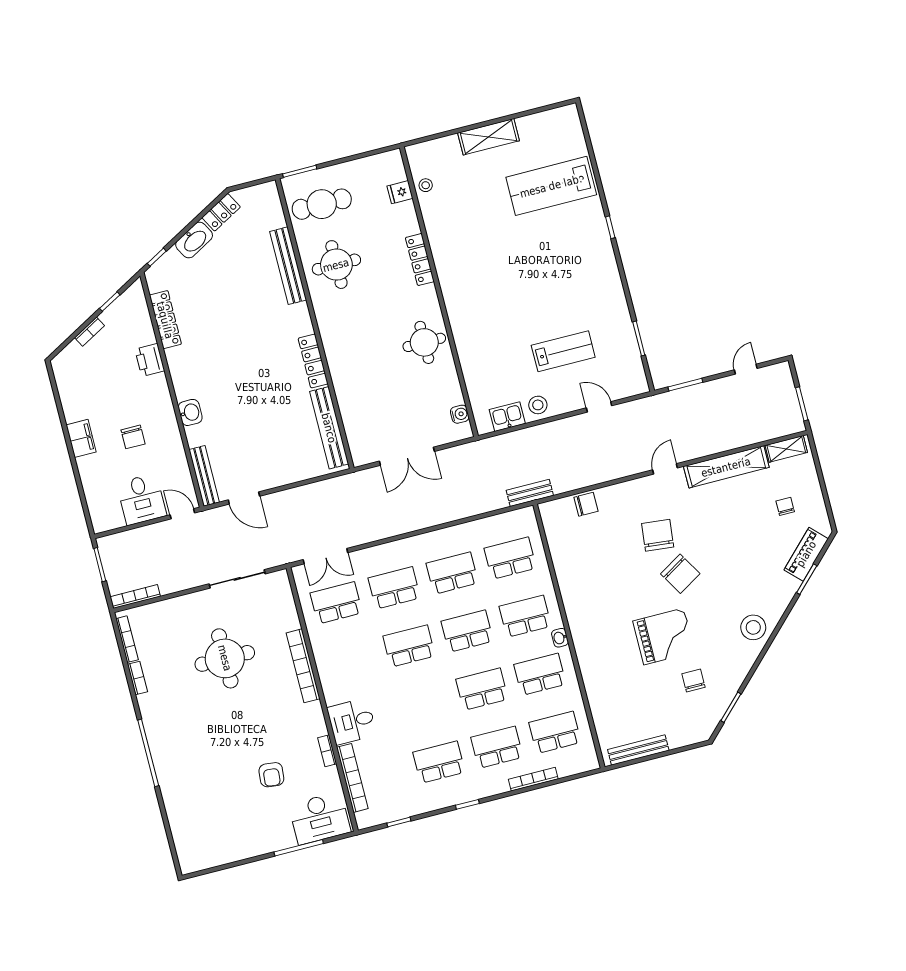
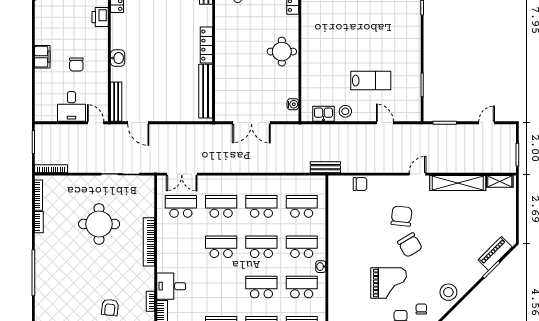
chair: (785, 506) -> (421, 309), moved

